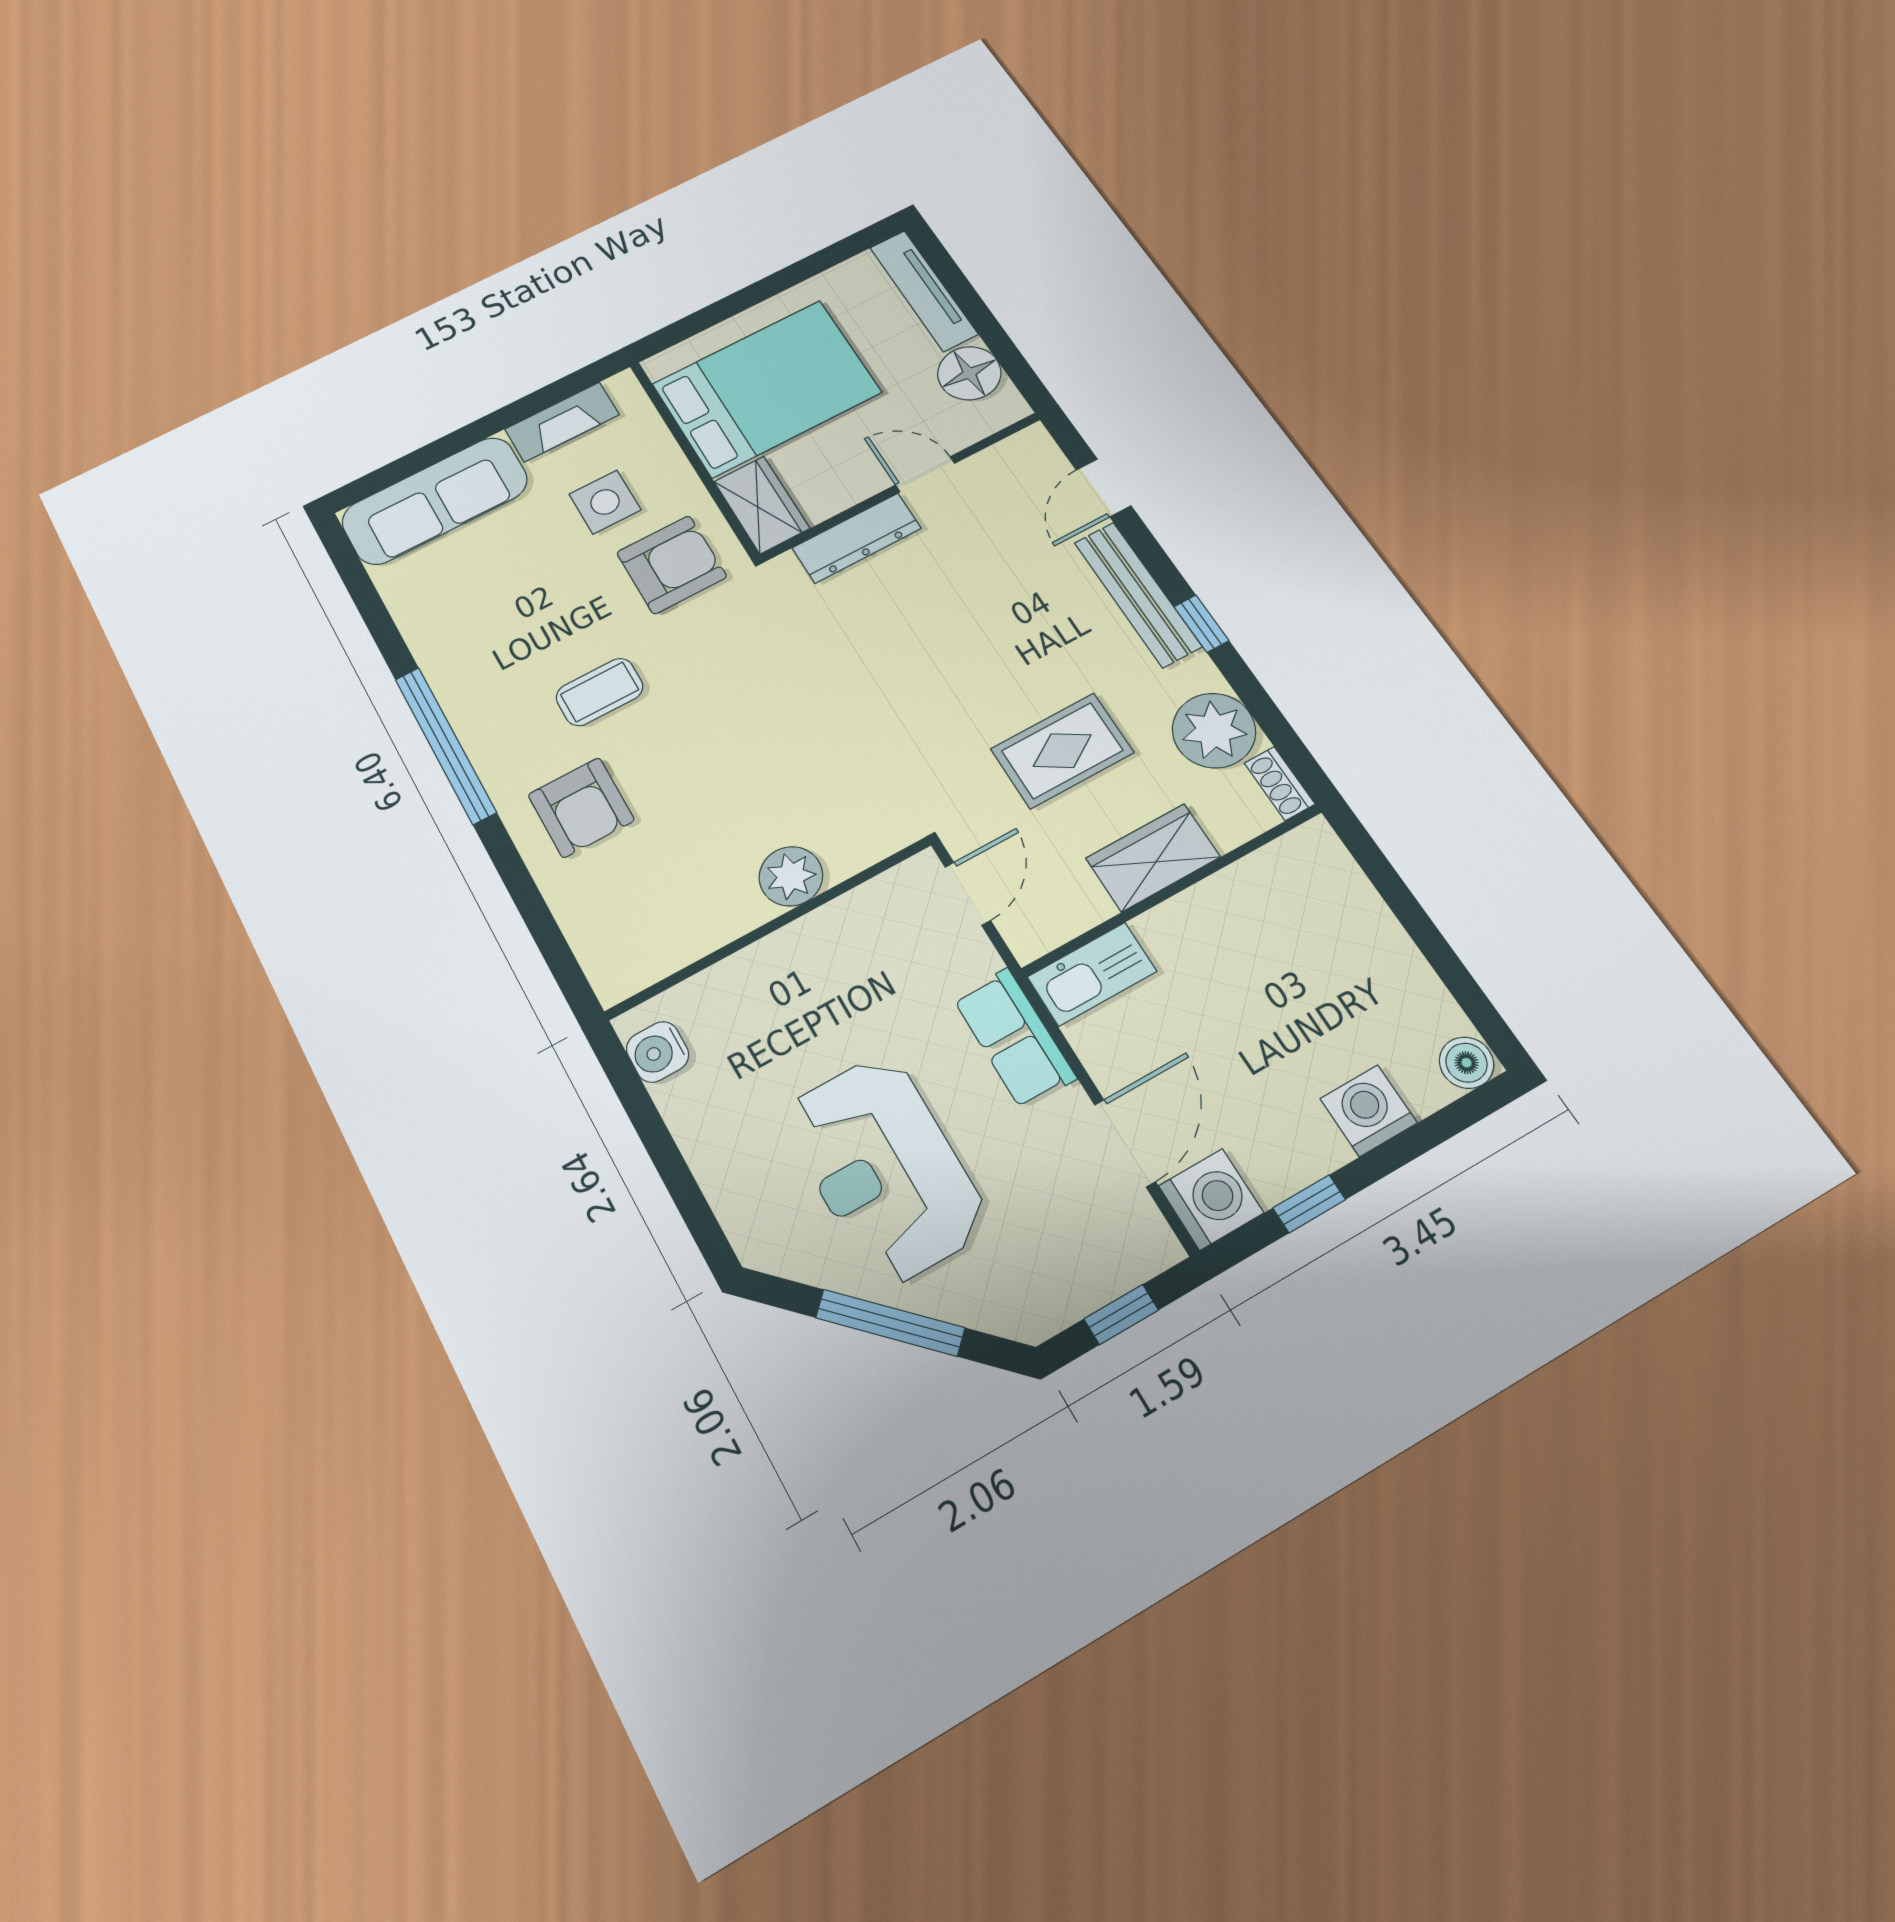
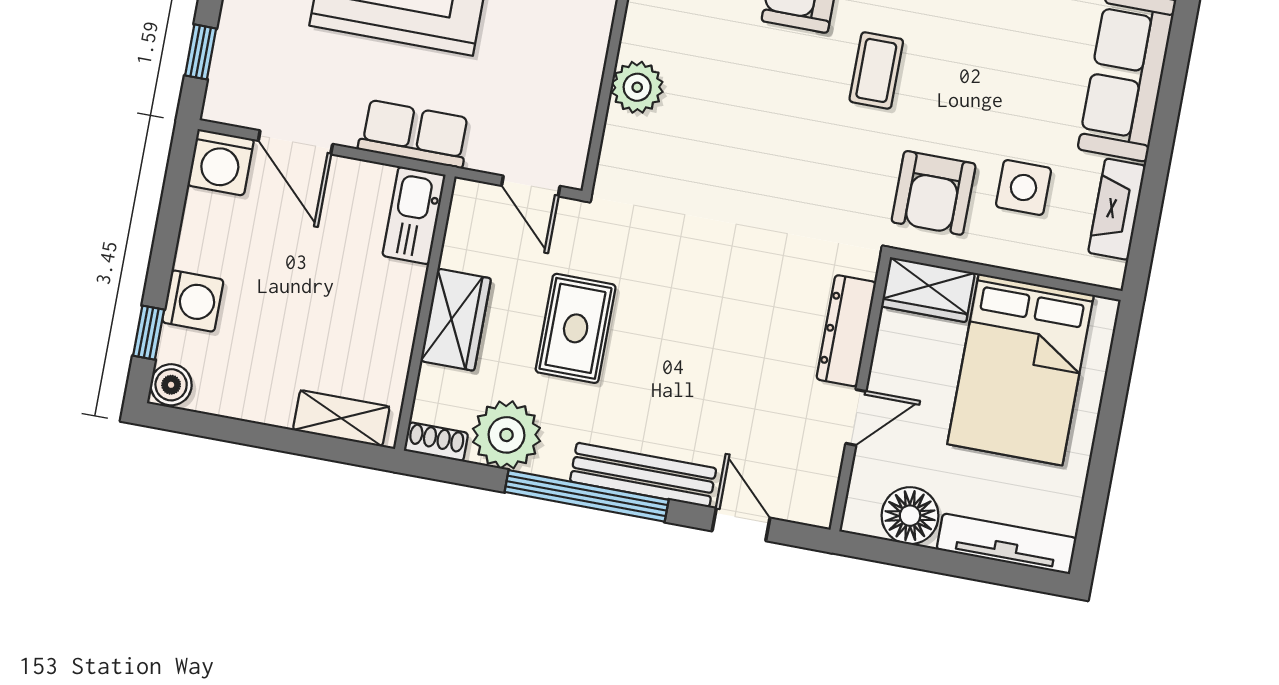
window: (1201, 624) -> (587, 496), width x3.17
shelving: (1341, 882) -> (341, 418), added
window: (1309, 1204) -> (149, 333), moved

